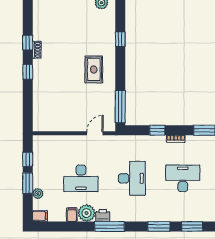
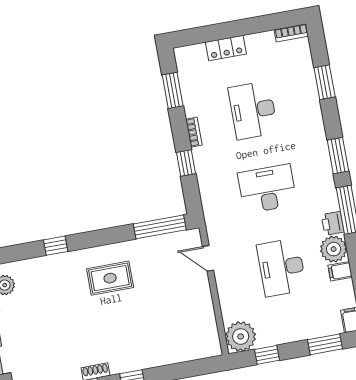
desk: (81, 178) -> (282, 267), turned 180
window: (28, 183) -> (325, 344), moved
plant: (38, 194) -> (241, 336), moved, width x1.87, depth x1.87
window: (159, 226) -> (338, 156), moved

